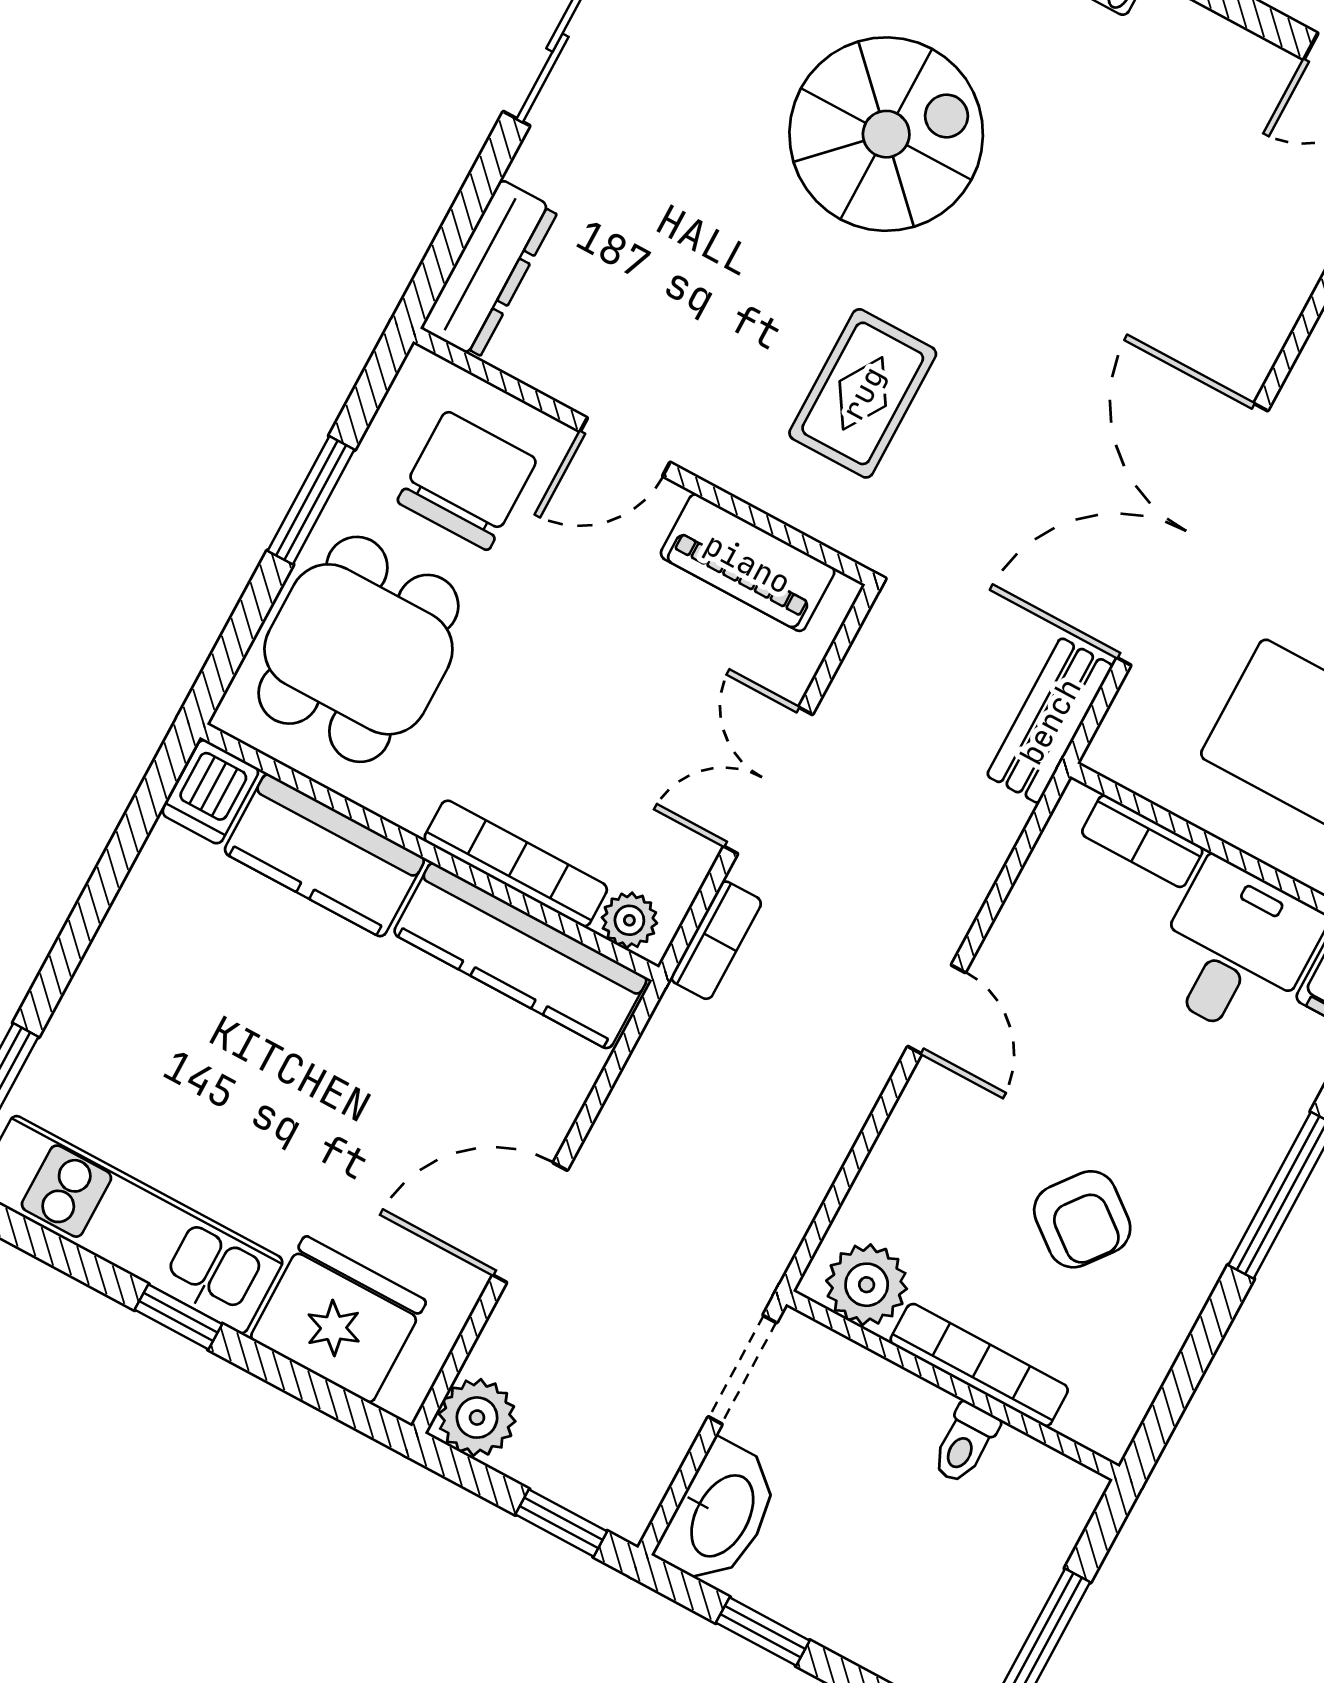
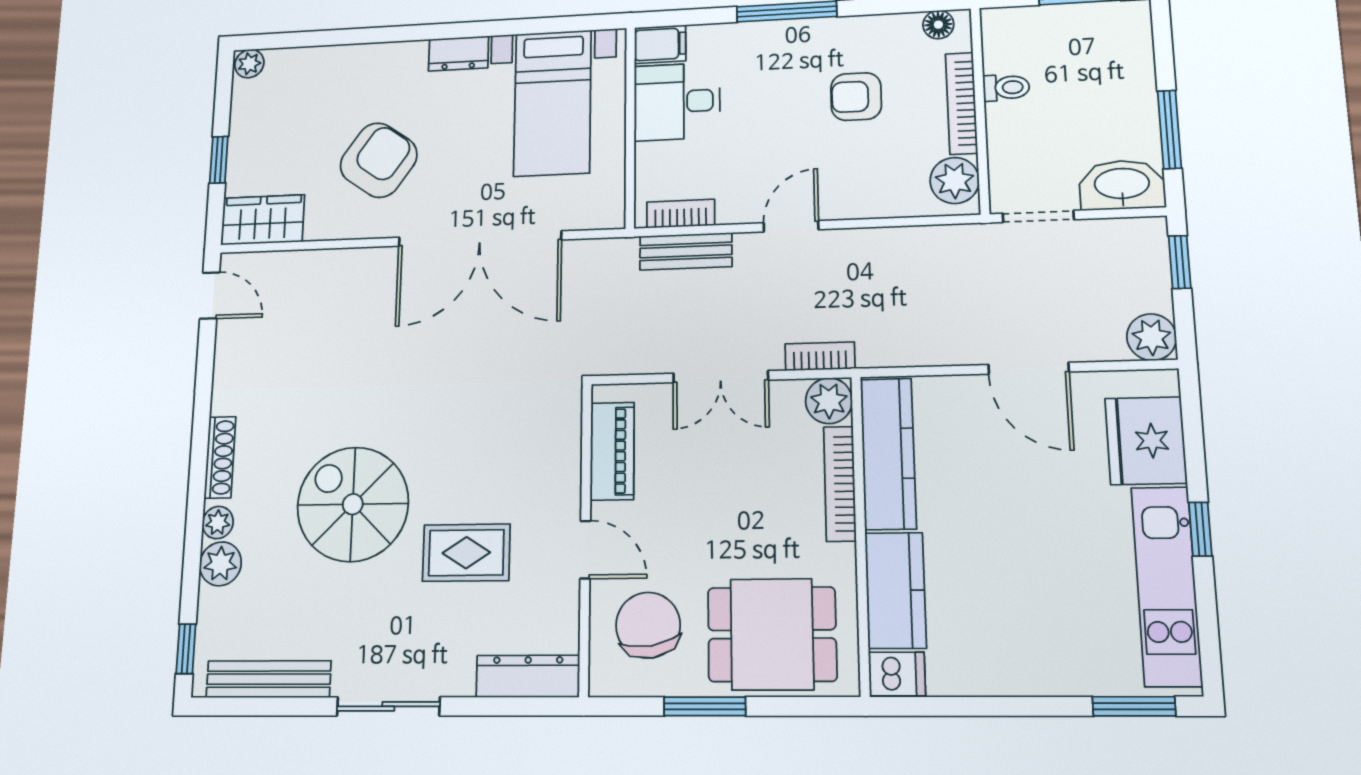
rug: (863, 393) -> (466, 553), moved
chair: (467, 481) -> (648, 625), turned 81
bench: (1050, 721) -> (686, 251), moved
bookcase: (1142, 841) -> (681, 214), moved, turned -90
plant: (629, 920) -> (829, 401), width x1.38, depth x1.38
armchair: (1082, 1219) -> (856, 97), turned -128
floor lamp: (1123, 1405) -> (938, 25), added
window: (763, 1632) -> (1169, 129), width x1.50

